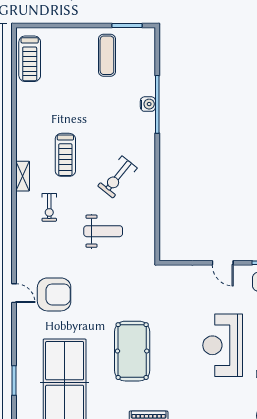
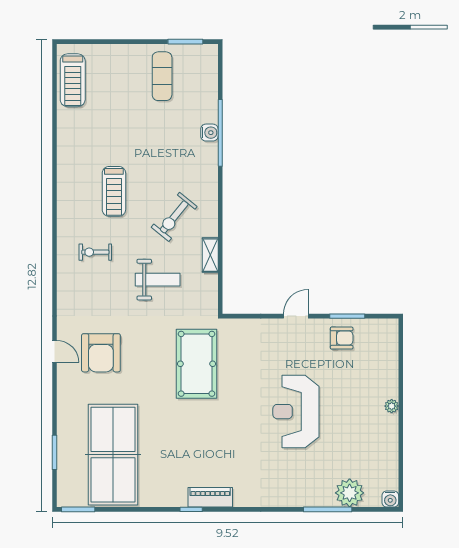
shelving: (23, 176) -> (210, 255), moved
exercise bike: (49, 207) -> (95, 252), turned 90
door: (223, 263) -> (296, 316), swing flipped
armchair: (54, 294) -> (101, 353), turned 90
pool table: (132, 351) -> (197, 364), moved

